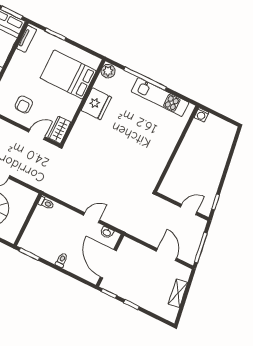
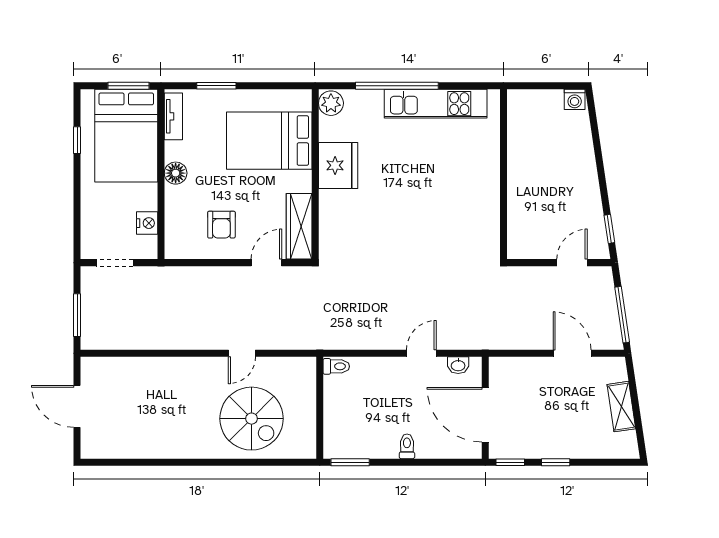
floor lamp: (14, 68) -> (176, 173), added
washing machine: (201, 115) -> (575, 99), moved
wardrobe: (59, 130) -> (299, 226), width x1.50

